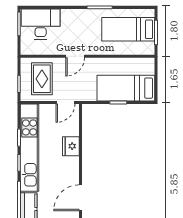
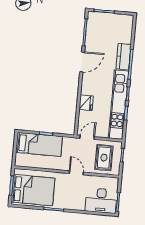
bed: (128, 29) -> (33, 190), width x1.50
door: (75, 56) -> (76, 173), hinge flipped

